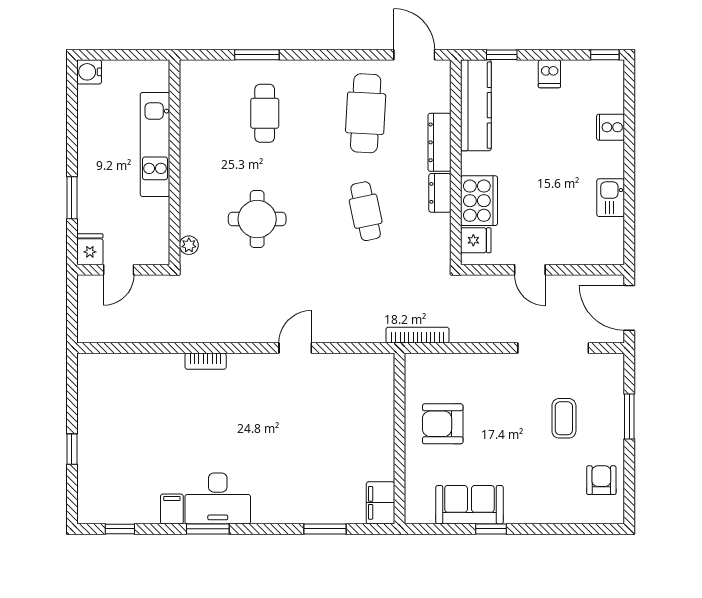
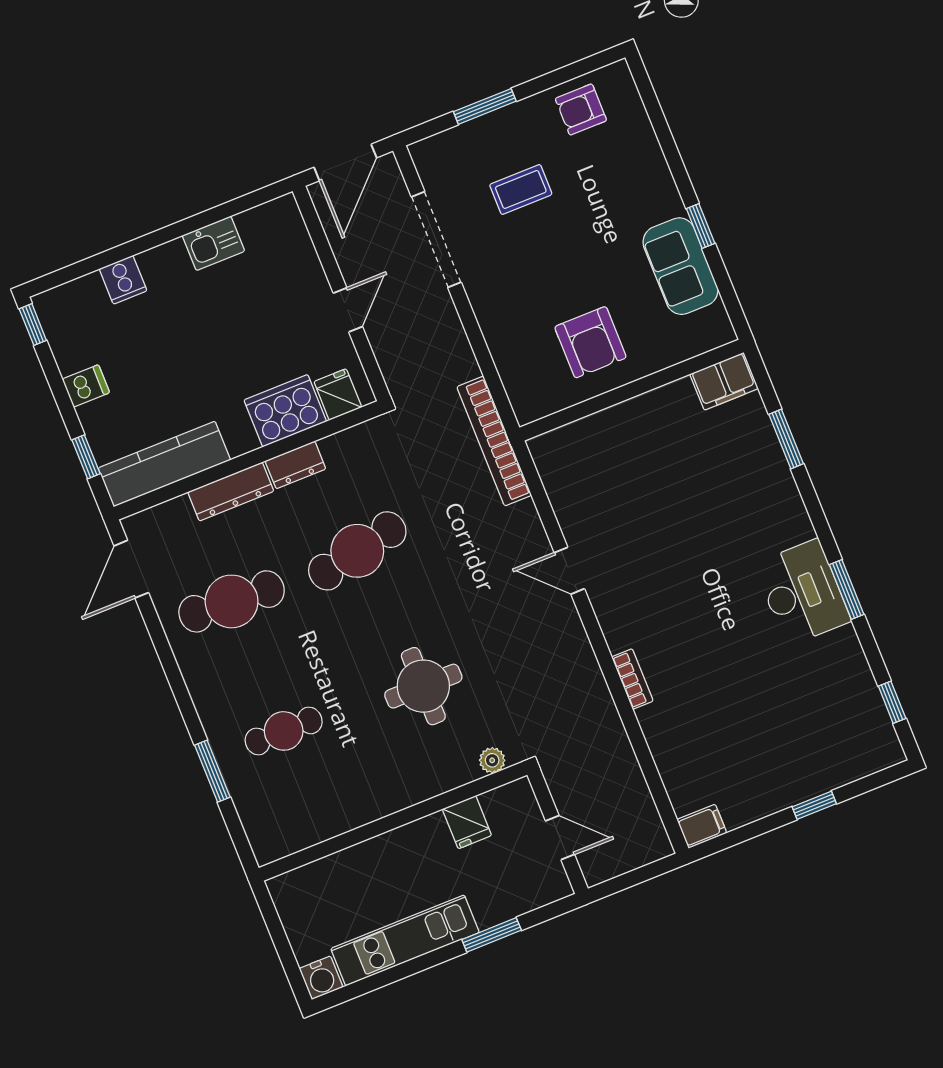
kitchen unit: (155, 144) -> (405, 940), moved, turned 180
cafe table: (366, 211) -> (357, 551), width x1.37, depth x1.35
fridge: (90, 249) -> (467, 822), moved, turned -90
bookcase: (417, 335) -> (494, 441), width x1.48, depth x1.31
filing cabinet: (172, 509) -> (702, 826), moved, turned 180

